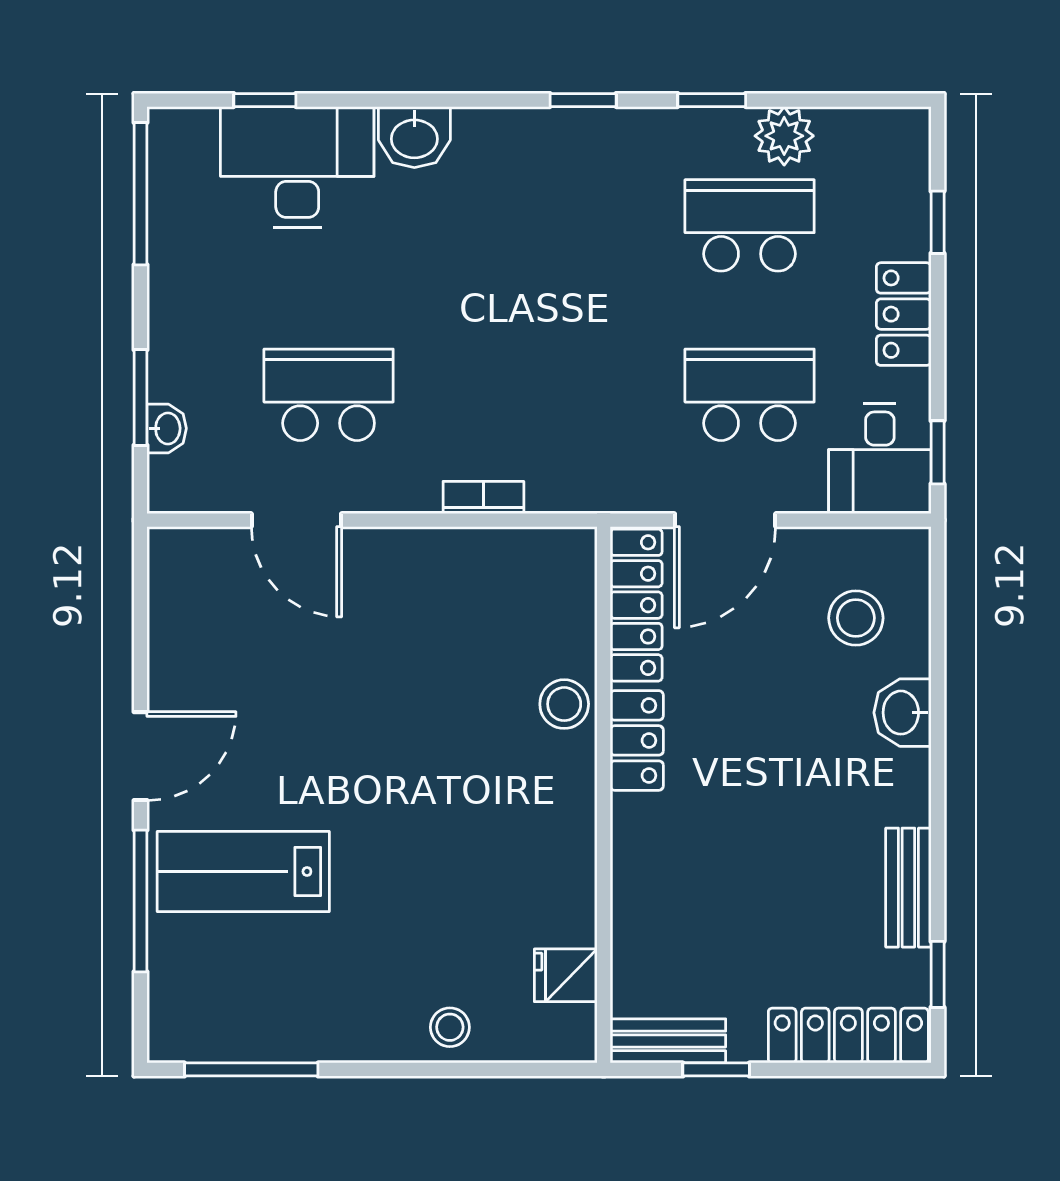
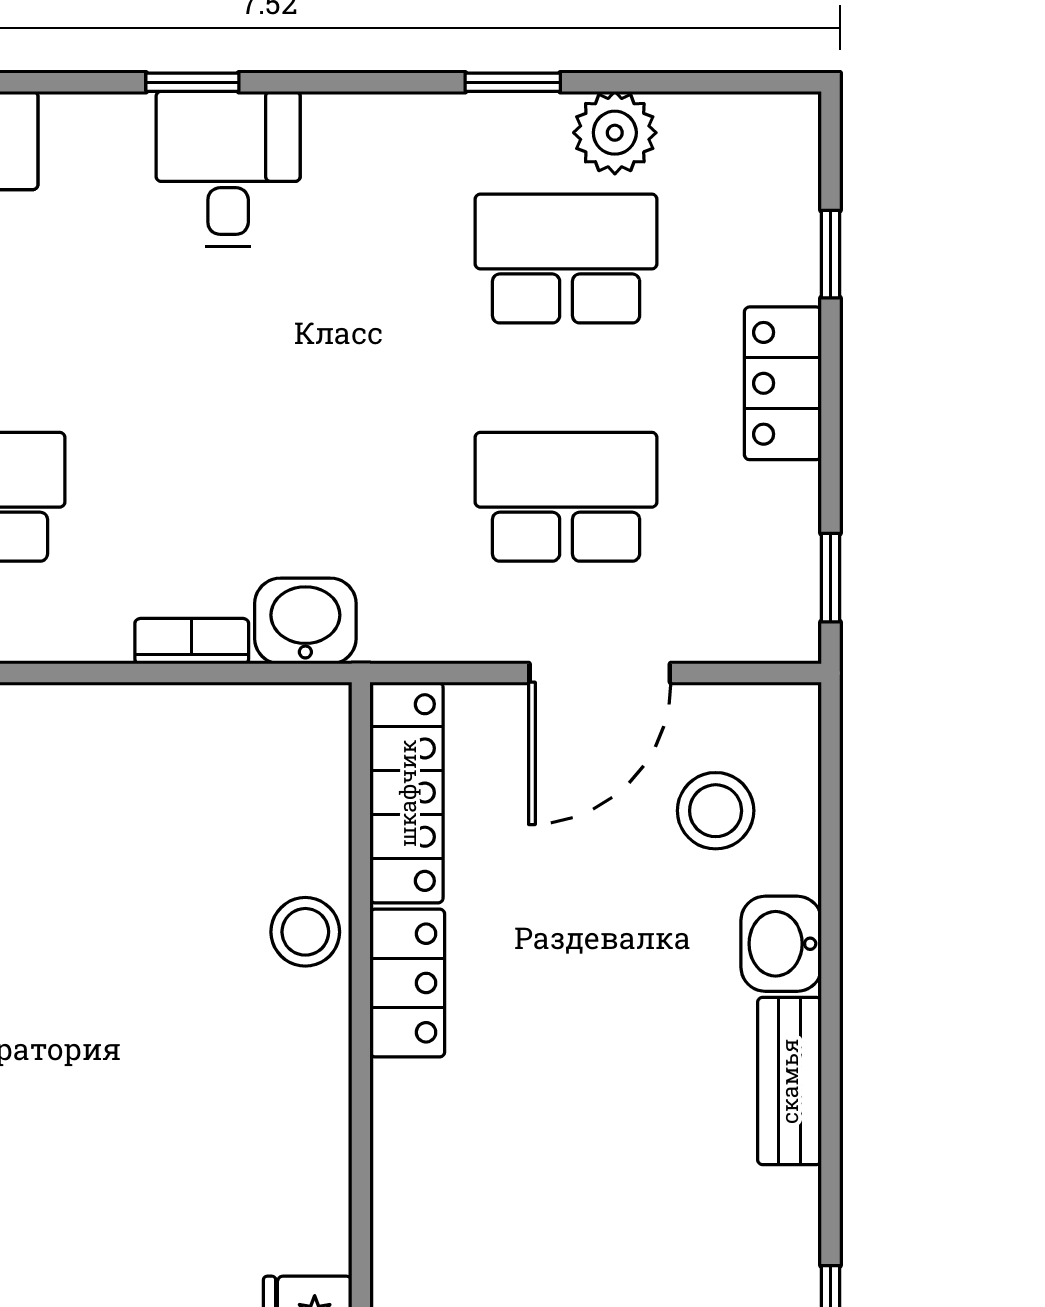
window: (583, 100) -> (192, 82), moved
washbasin: (414, 137) -> (305, 621), moved, turned 180
desk: (880, 458) -> (228, 169), moved, turned 180
door: (725, 520) -> (600, 673), moved
bench: (908, 888) -> (789, 1081), moved

